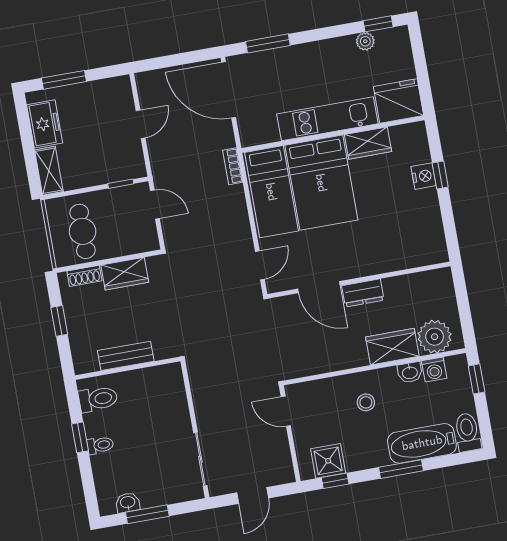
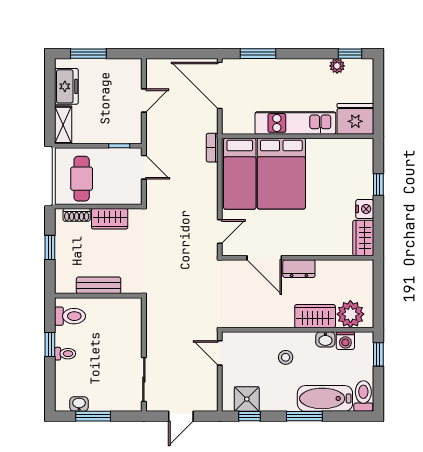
wardrobe: (368, 143) -> (363, 238), moved, turned 90
nightstand: (424, 176) -> (365, 209), moved

